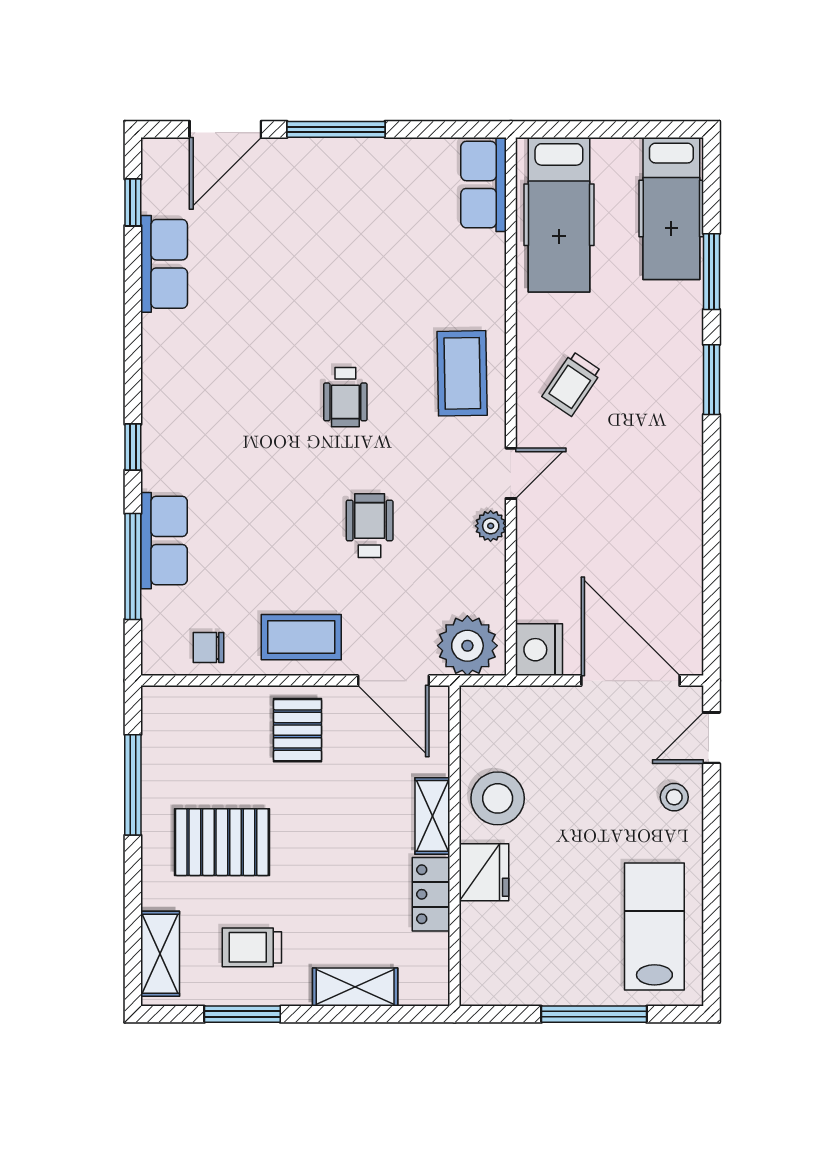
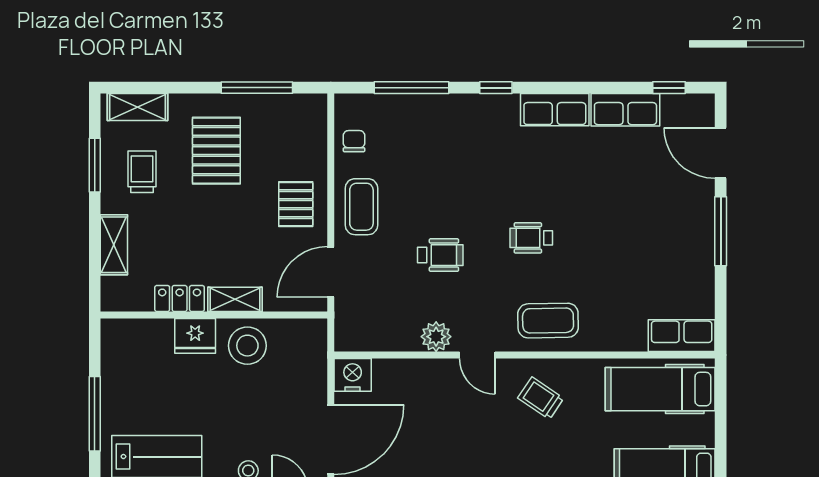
plant: (491, 526) -> (436, 337), width x1.38, depth x1.38
row of seats: (164, 541) -> (555, 110), moved
plant: (467, 646) -> (355, 324), removed
pallet: (298, 730) -> (296, 204), turned 90

